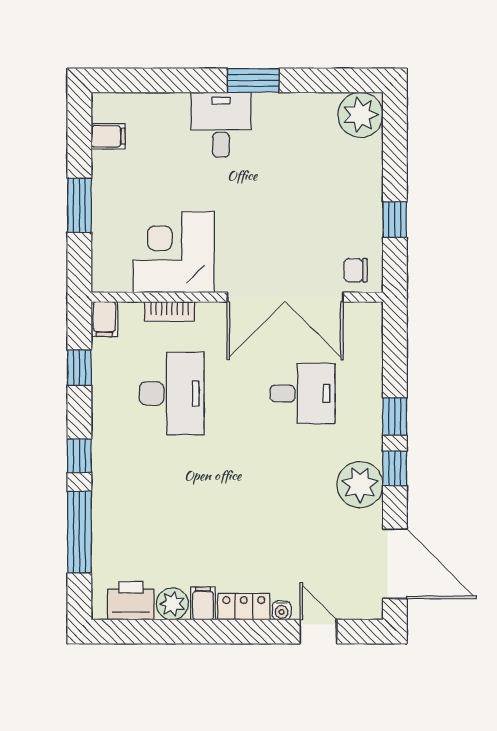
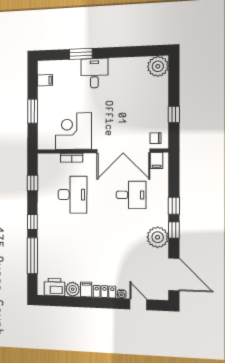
window: (253, 80) -> (81, 54), moved
filing cabinet: (104, 319) -> (157, 161), moved

